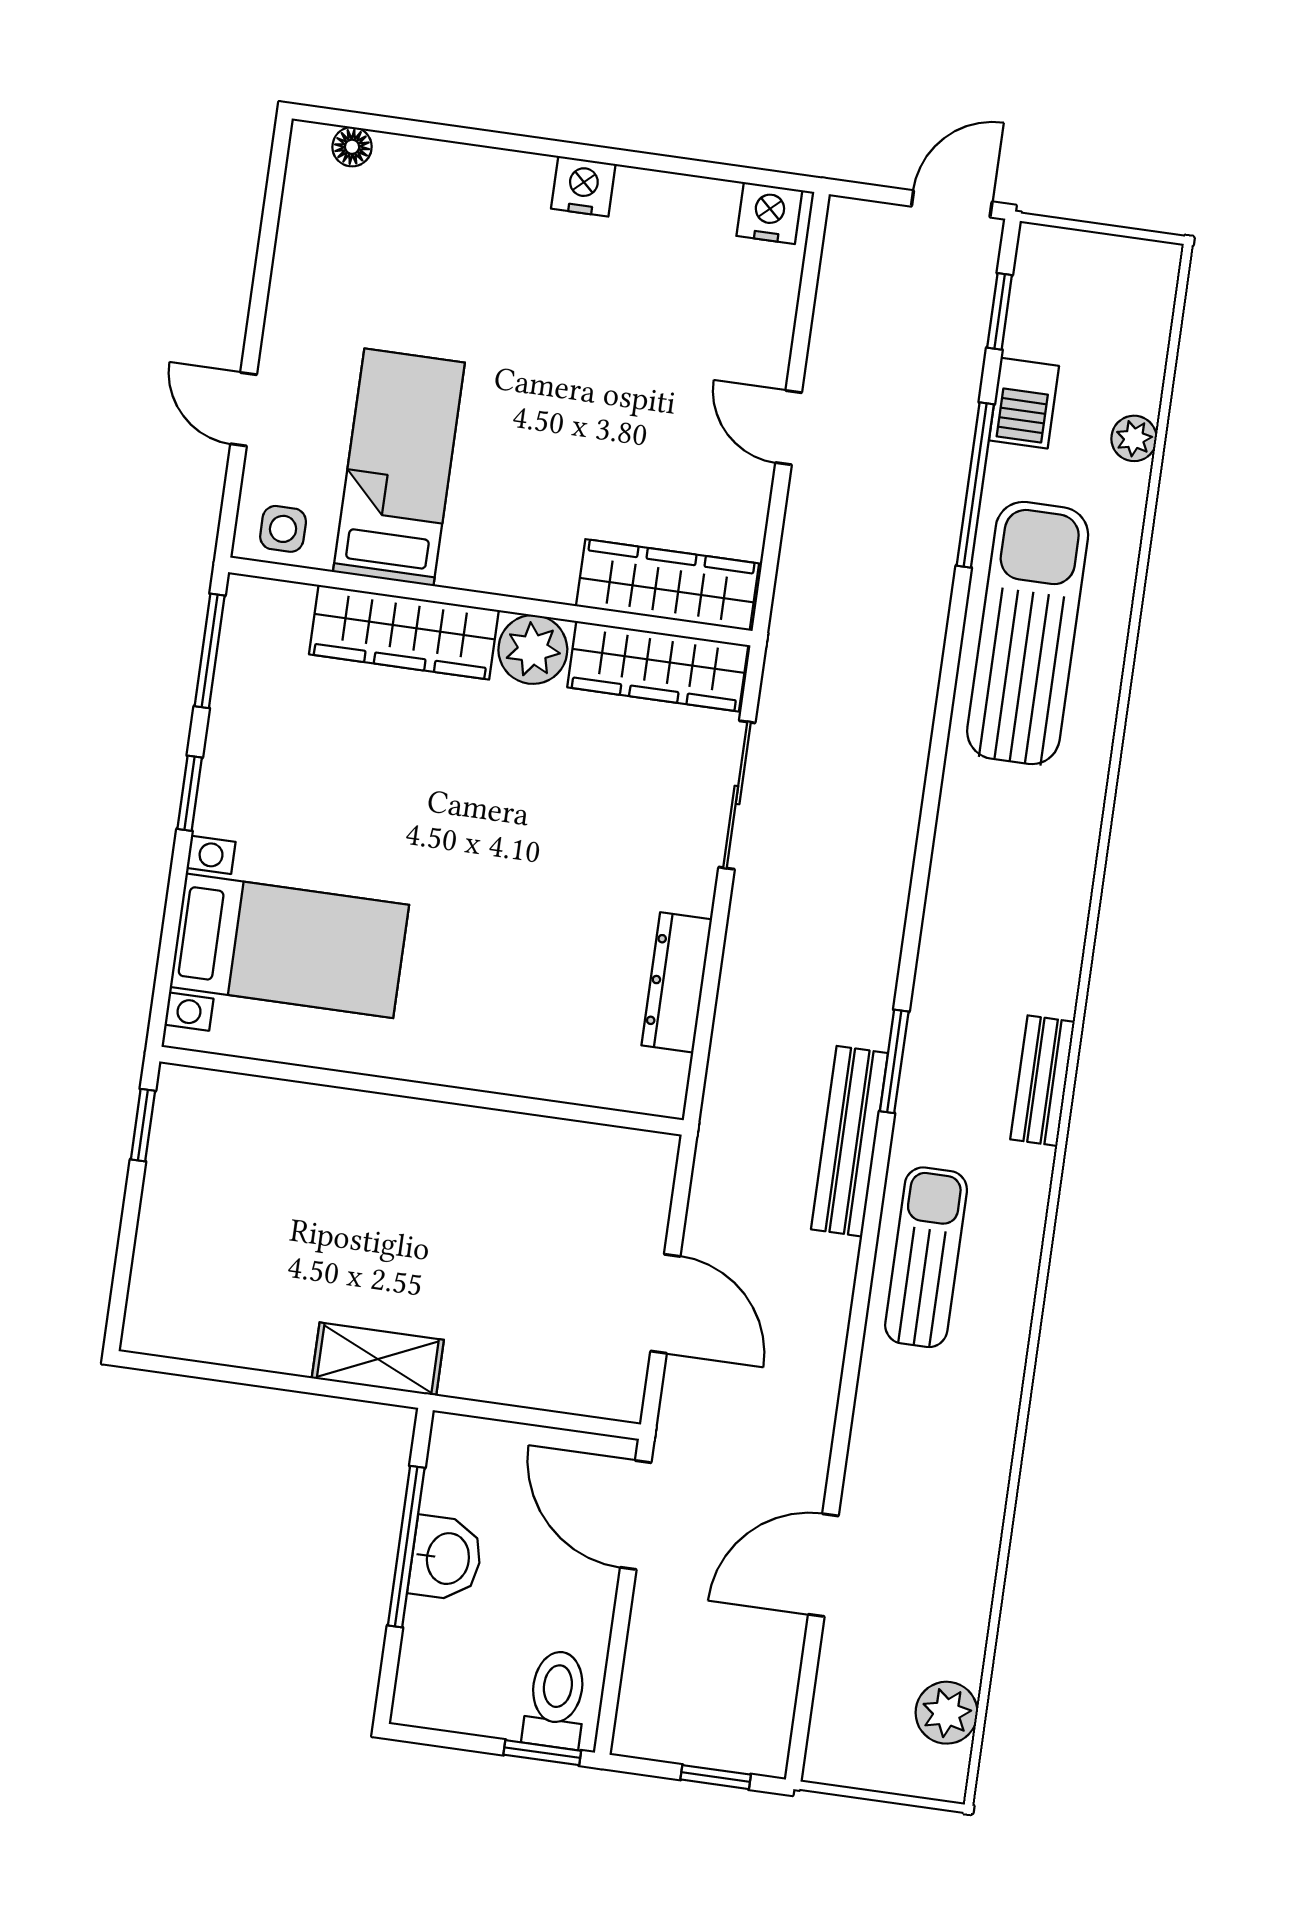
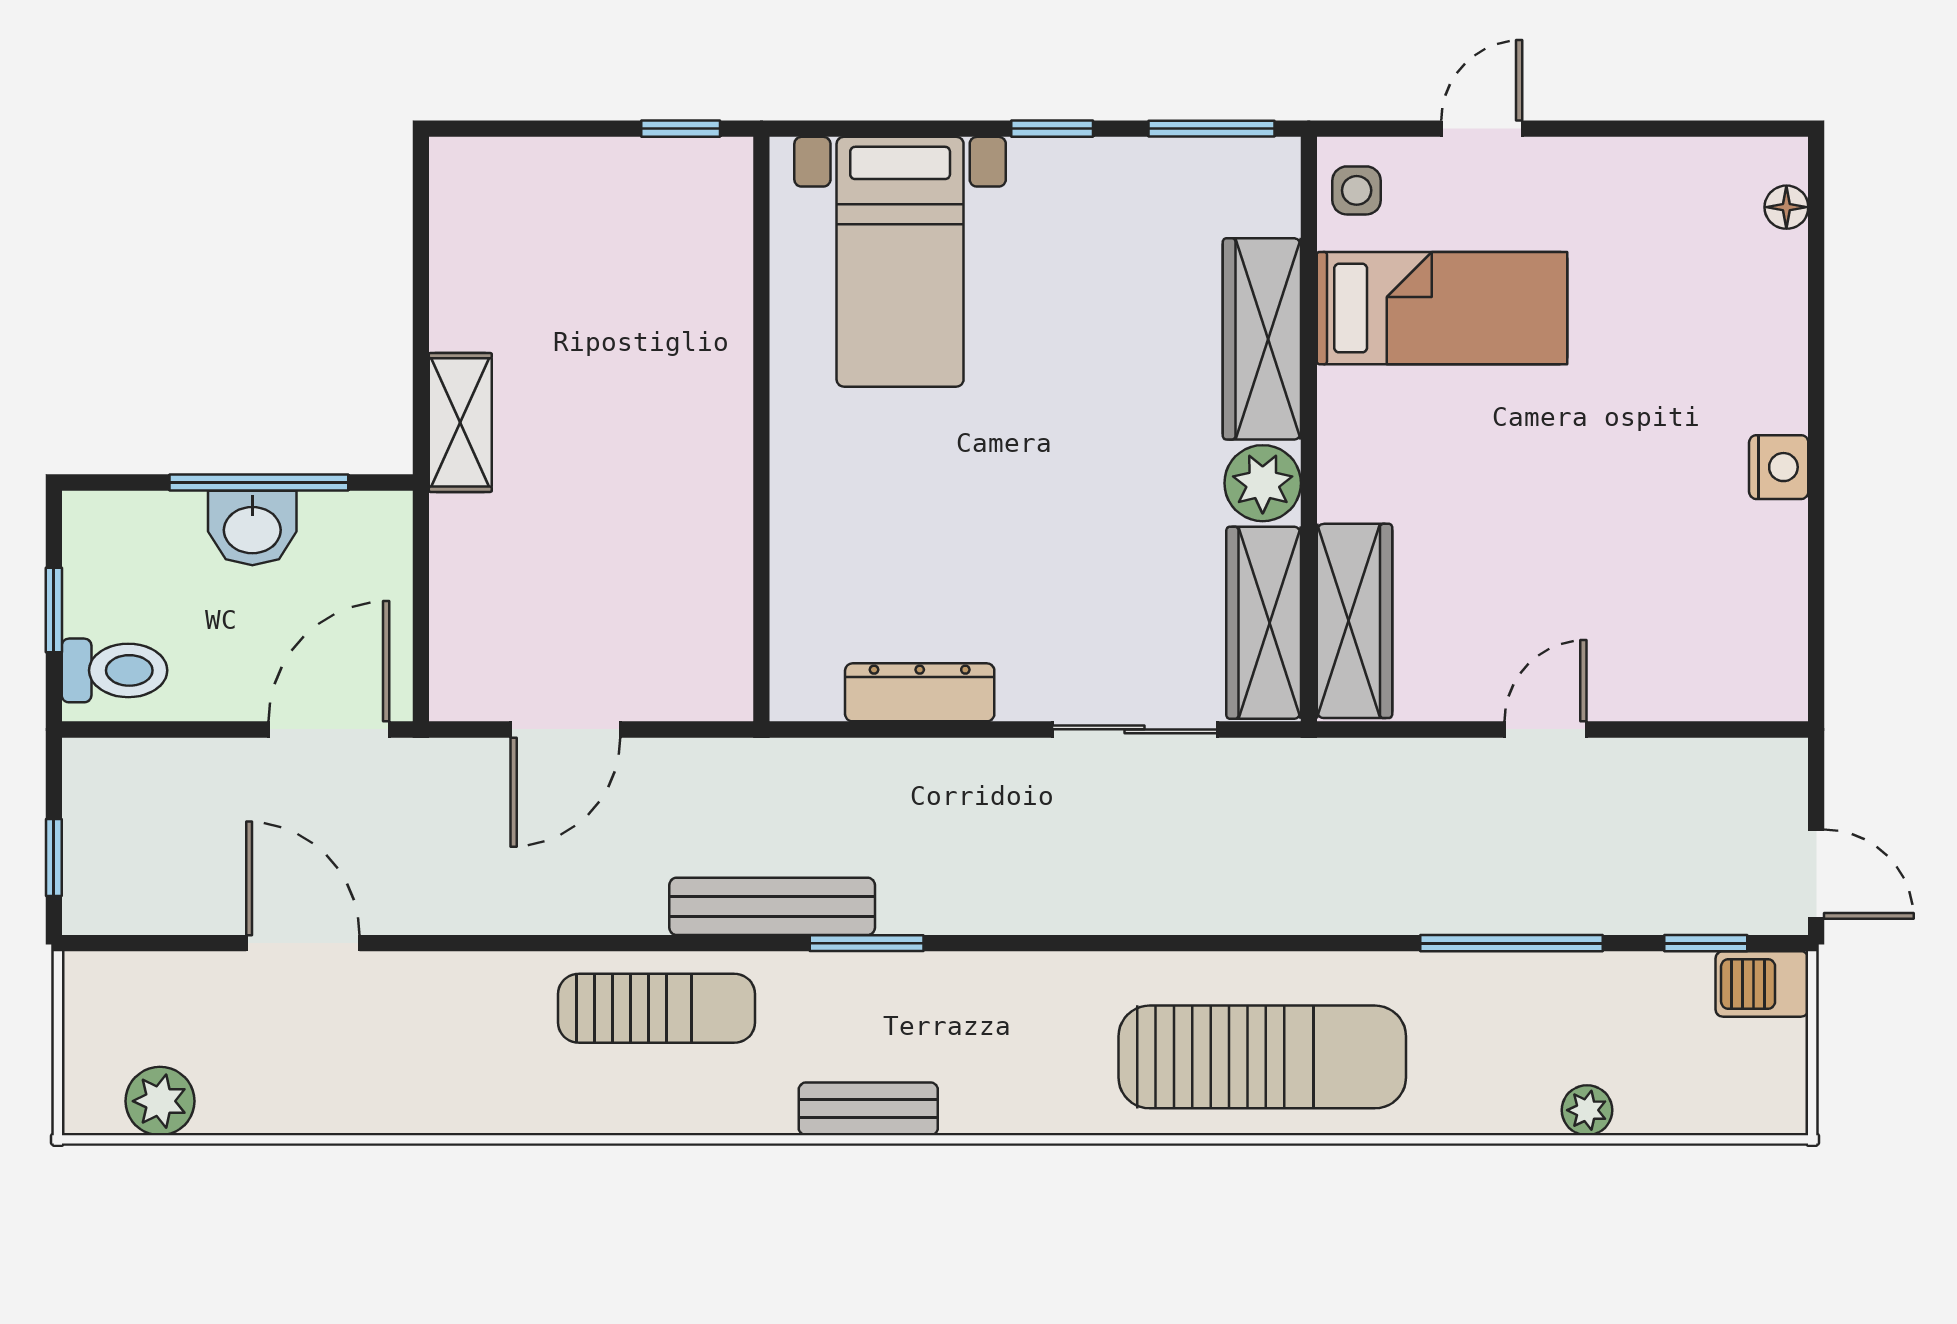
nightstand: (769, 213) -> (1778, 675), removed
barbecue: (1024, 403) -> (1762, 984), moved
sun lounger: (1028, 633) -> (1262, 1057), moved
window: (542, 1753) -> (54, 610), moved

